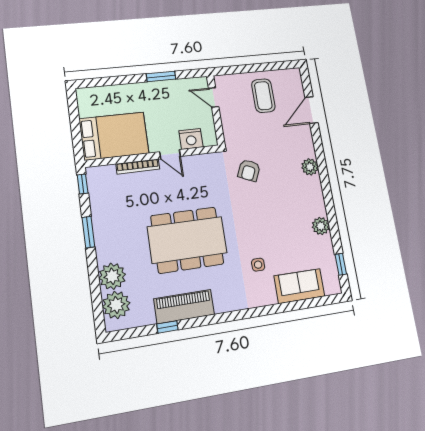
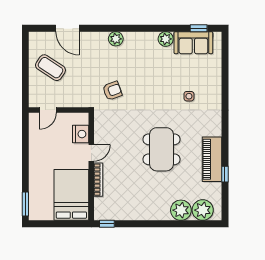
window: (161, 76) -> (25, 204), moved
coffee table: (263, 96) -> (50, 68), turned 33
armchair: (249, 170) -> (112, 91), turned -44
window: (88, 232) -> (145, 224), removed
dining table: (187, 240) -> (161, 149), width x0.73, depth x0.80
sofa: (299, 286) -> (193, 43), moved, turned -90

